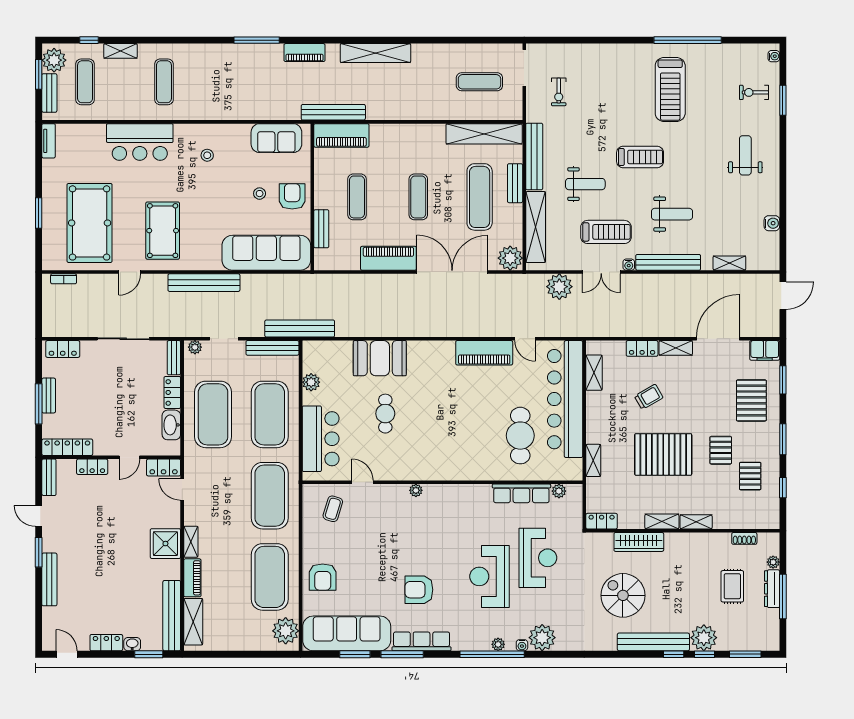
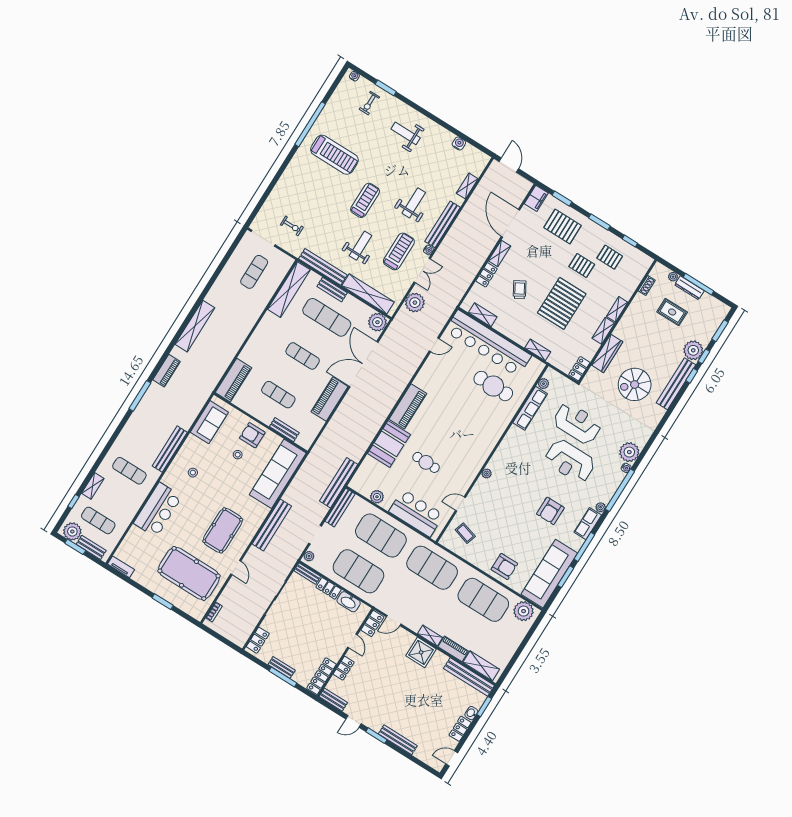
bench: (333, 112) -> (170, 449), moved
pool table: (163, 231) -> (223, 530), turned 90
piano: (484, 353) -> (408, 406), moved
row of seats: (422, 641) -> (588, 524), width x0.68
plant: (498, 644) -> (601, 507), moved

